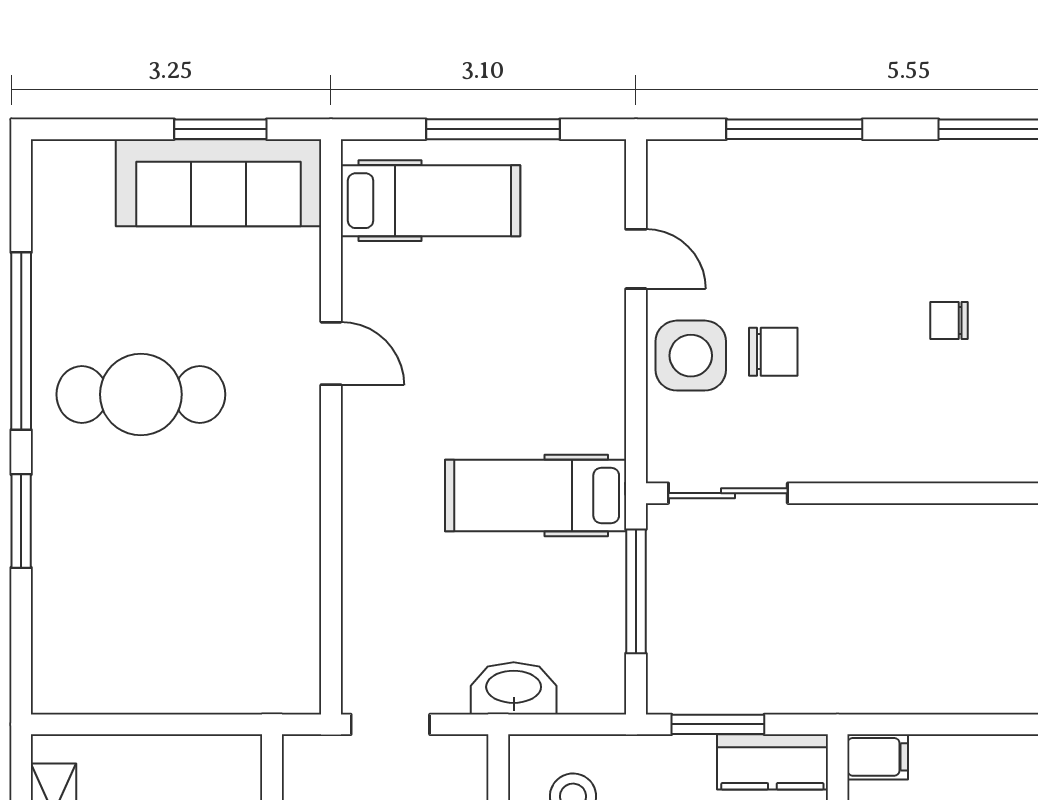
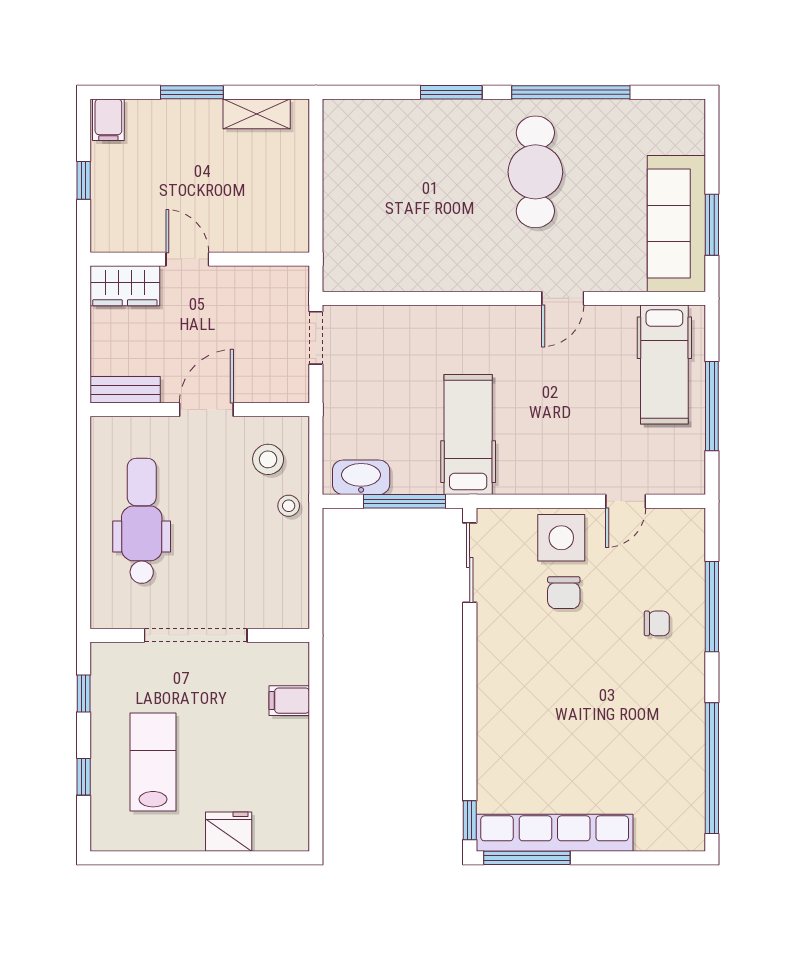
chair: (949, 321) -> (657, 623), moved, turned 90
washbasin: (514, 688) -> (361, 477), moved, turned -90
window: (718, 724) -> (316, 556), removed
filing cabinet: (878, 757) -> (289, 701), moved, turned 90
kitchen counter: (772, 762) -> (291, 592), removed
stool: (643, 765) -> (289, 506), added

